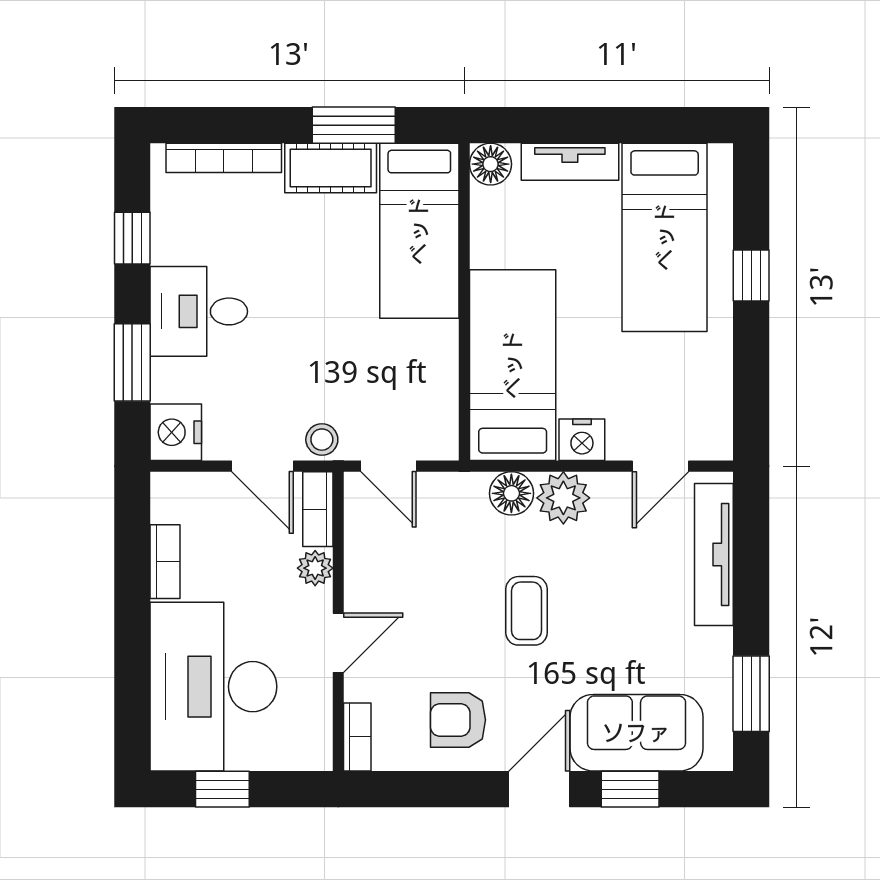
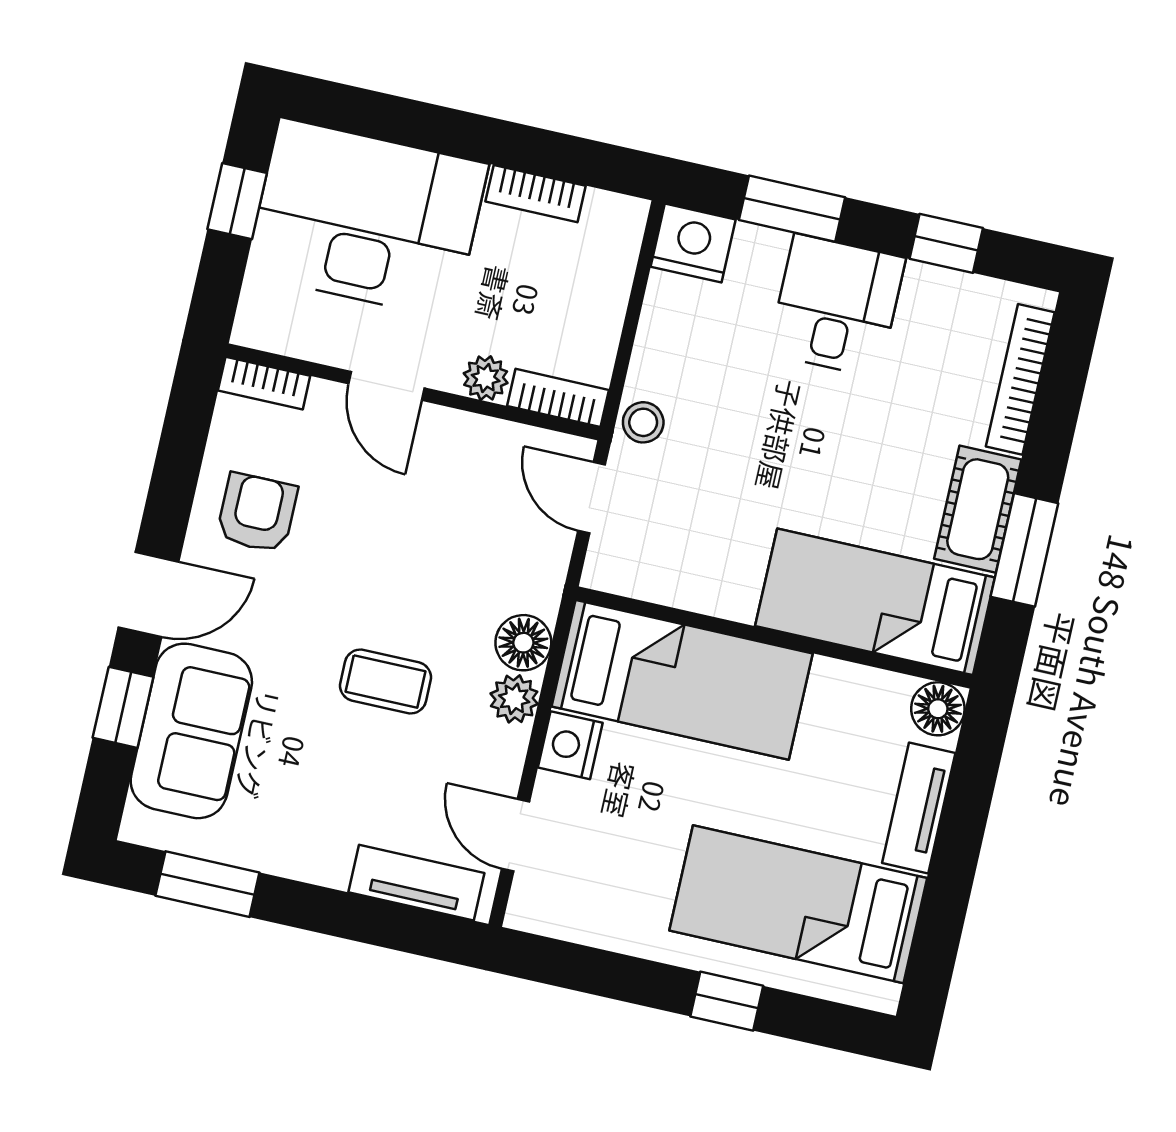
door: (263, 466) -> (627, 341), removed
door: (389, 466) -> (592, 498), hinge flipped
plant: (563, 498) -> (514, 699), width x0.73, depth x0.73
tv unit: (714, 554) -> (416, 883), width x0.71
coffee table: (526, 611) -> (386, 682), moved
door: (539, 789) -> (149, 594), hinge flipped

